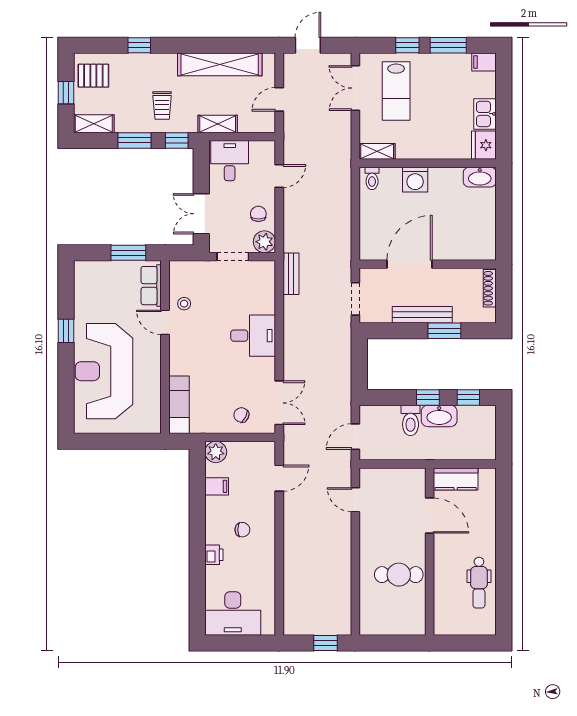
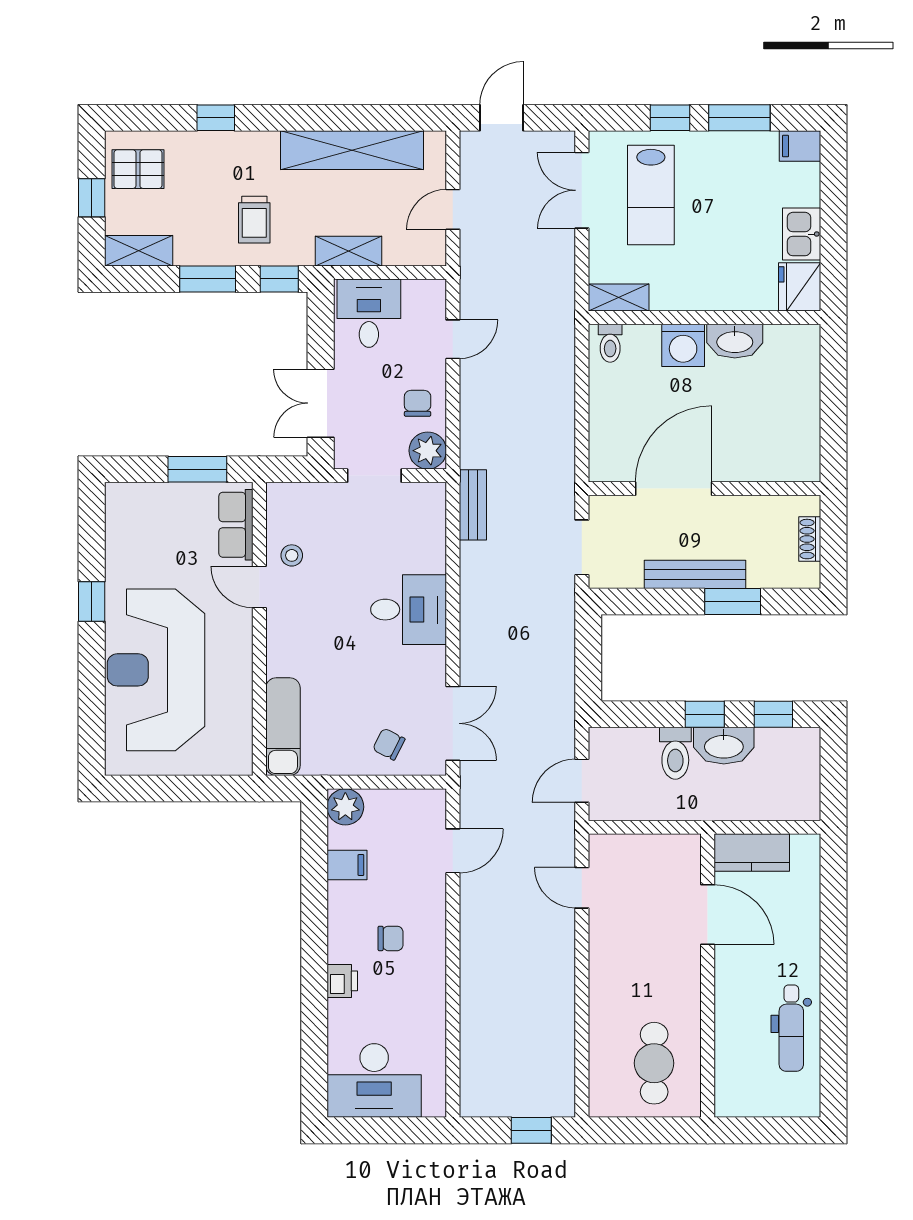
washbasin: (480, 177) -> (735, 341), moved
shoe rack: (490, 288) -> (810, 539), width x0.70
cafe table: (399, 575) -> (654, 1063), moved, turned 90

